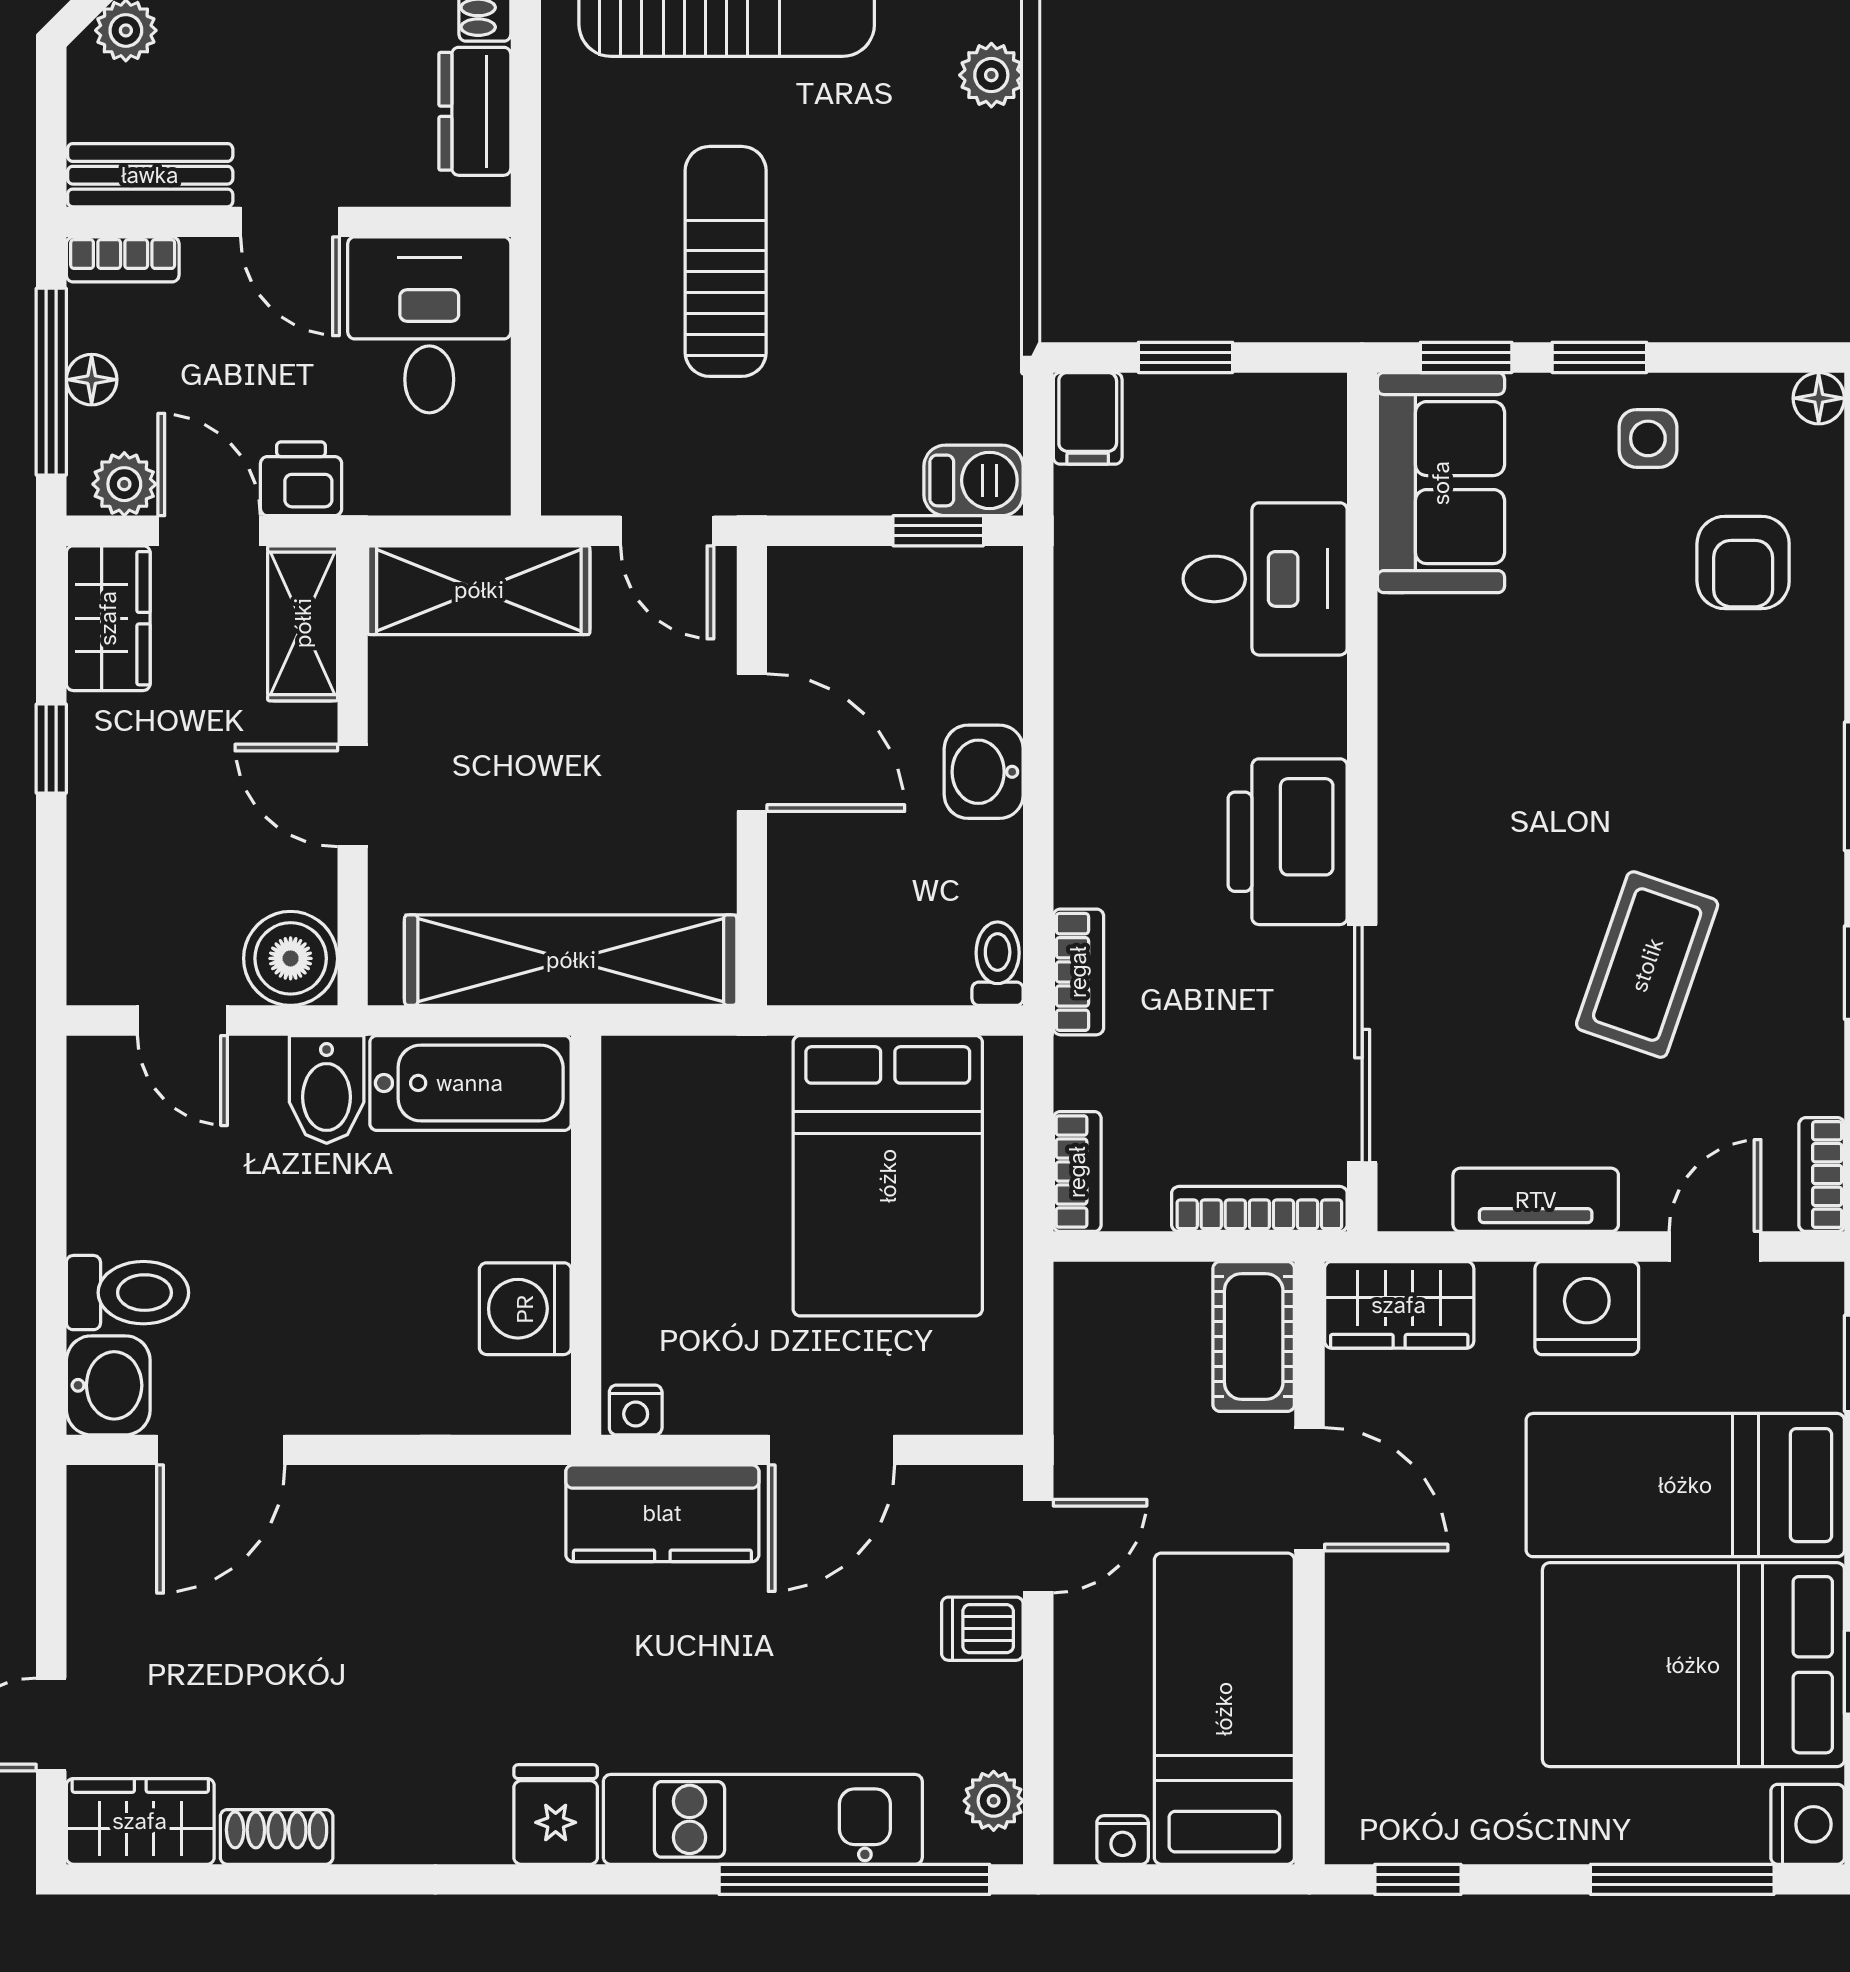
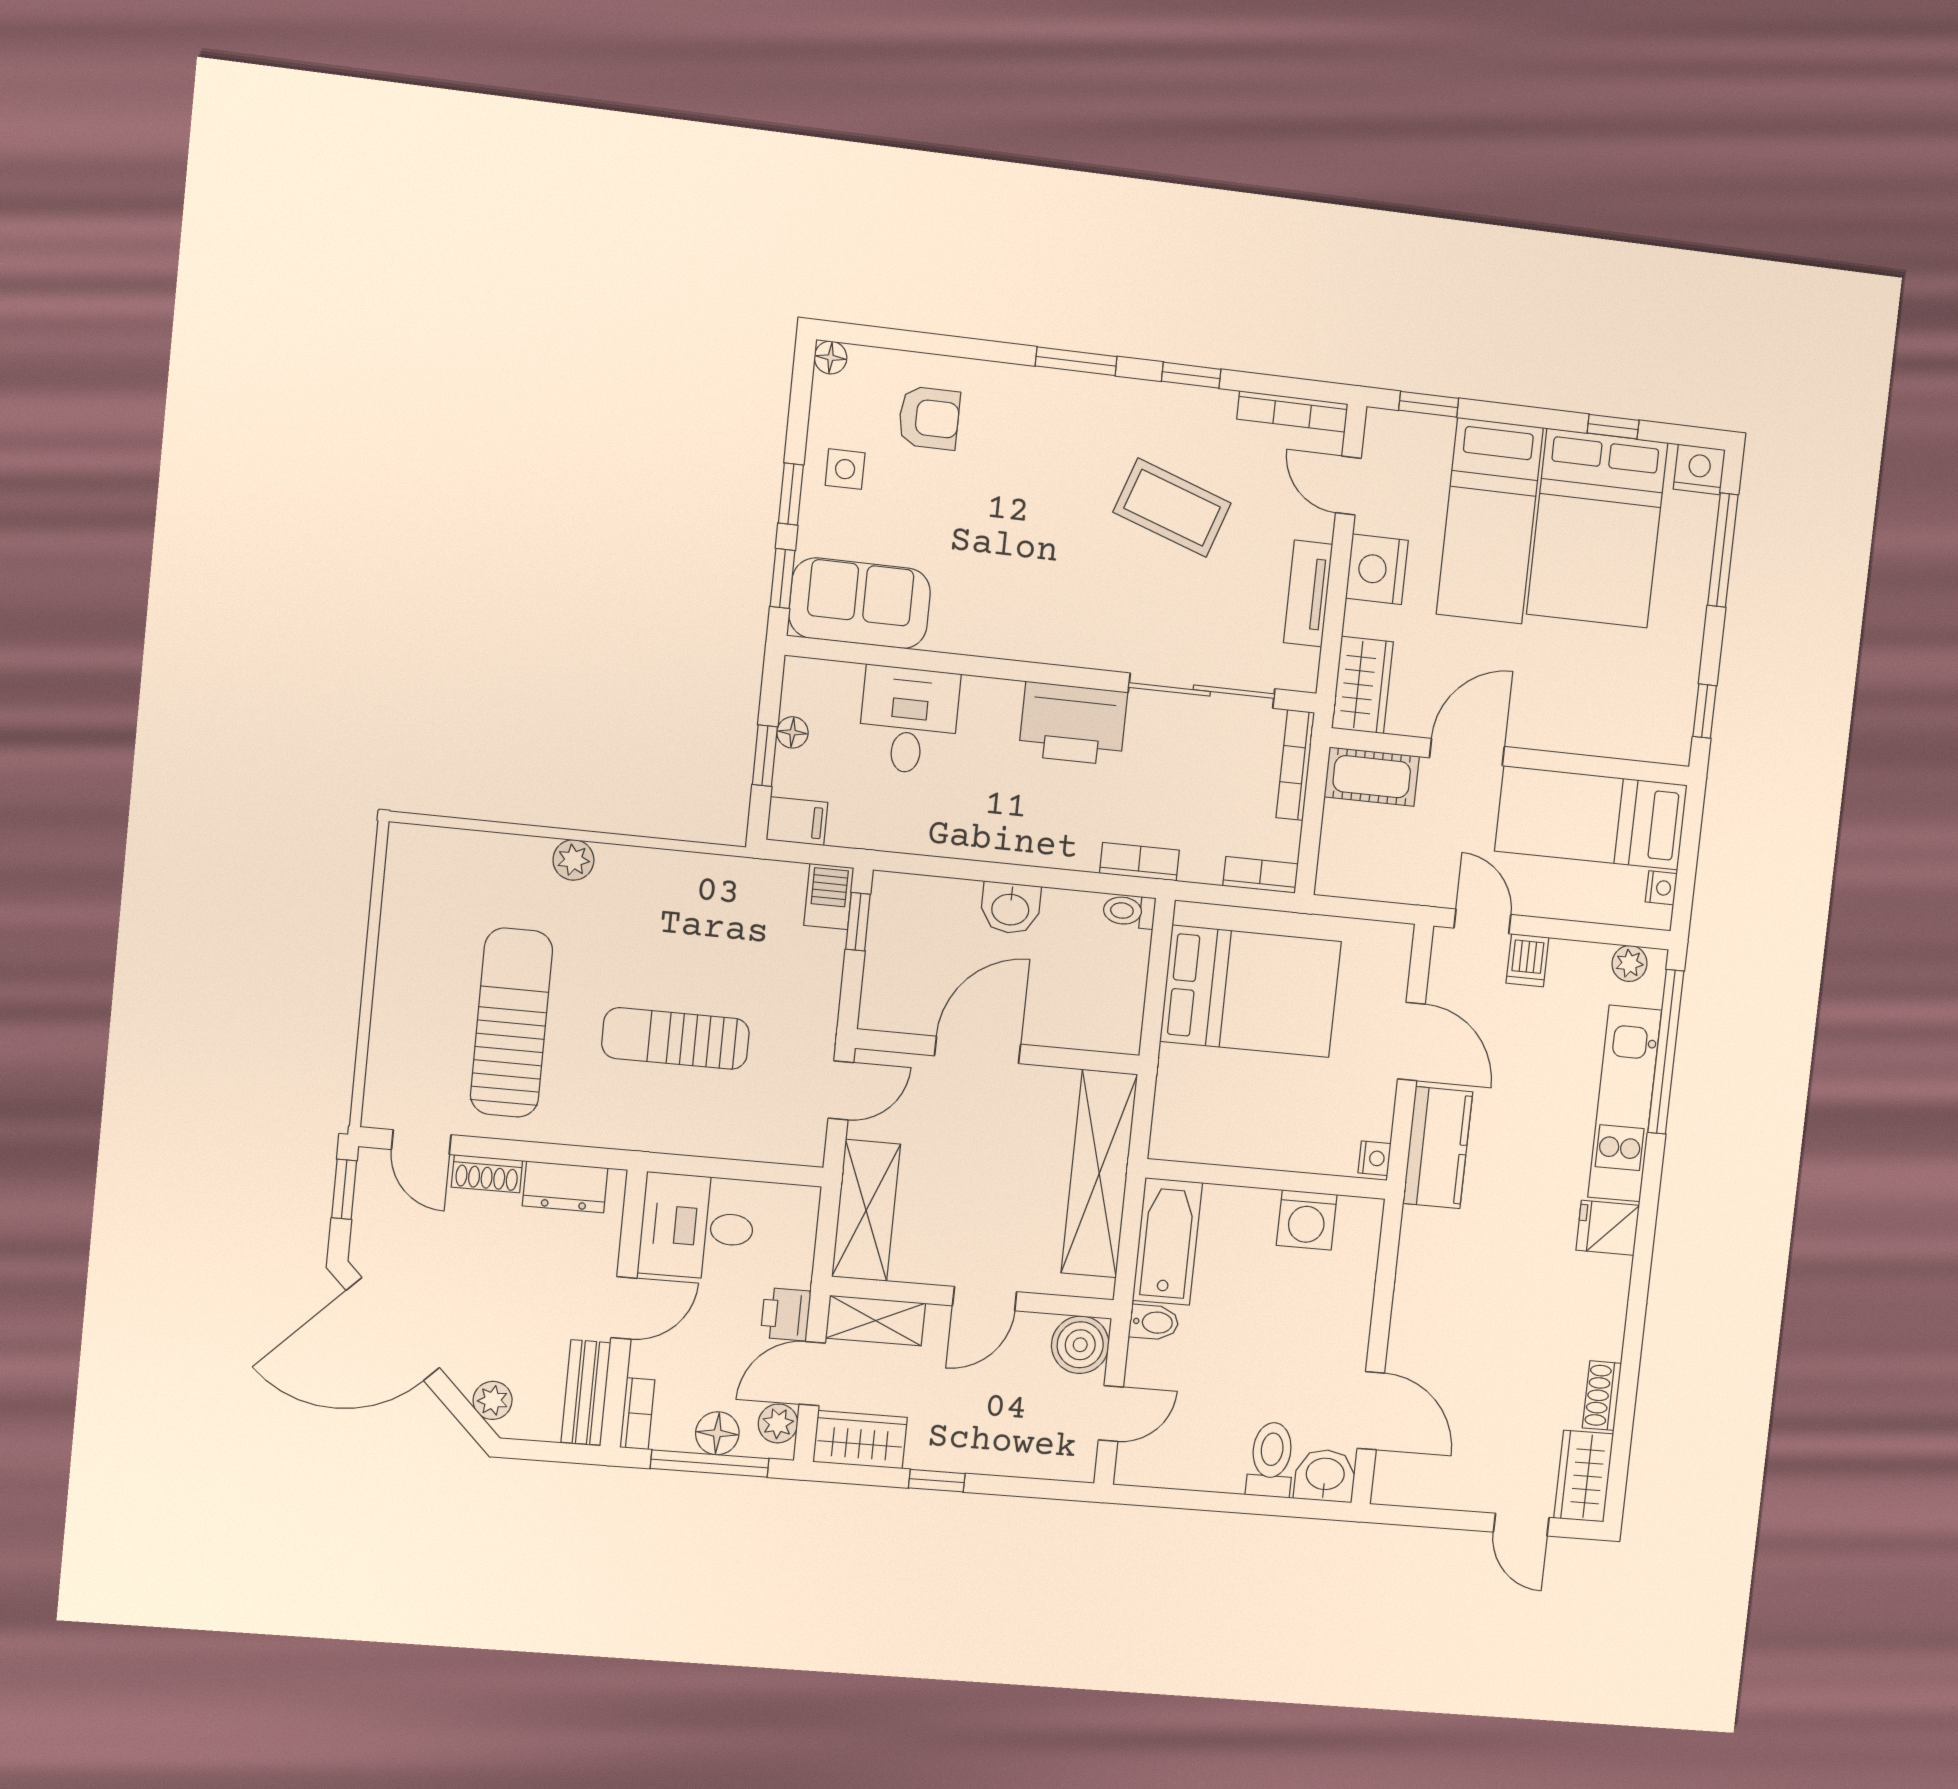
floor lamp: (92, 380) -> (717, 1433), width x1.37, depth x1.37
floor lamp: (1227, 397) -> (792, 732), added
bidet: (327, 1089) -> (1154, 1322), width x0.72, depth x0.74
bookcase: (1822, 1175) -> (1292, 412), width x1.56

